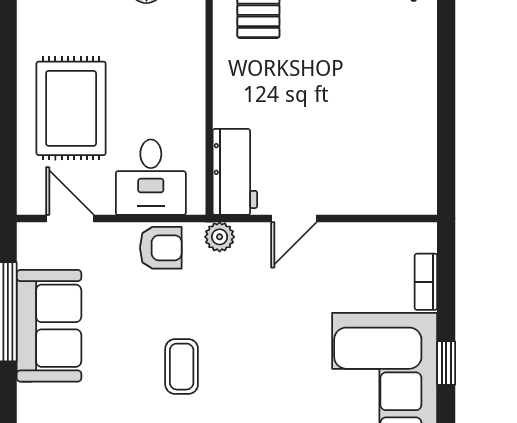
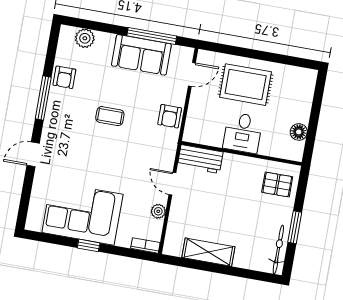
shelving: (417, 123) -> (208, 252), added
desk: (151, 177) -> (243, 133), moved, turned -90
plant: (220, 237) -> (158, 211), moved
bookcase: (426, 282) -> (145, 245), moved

